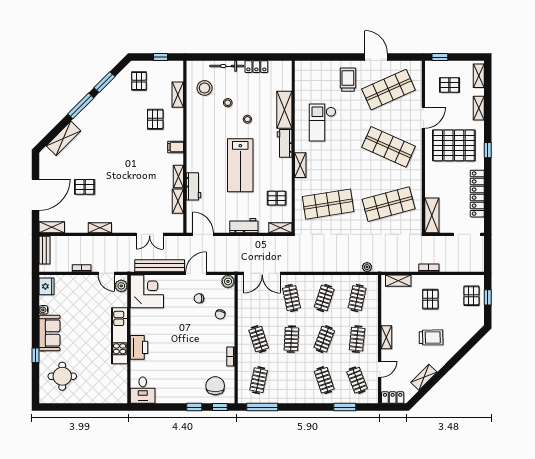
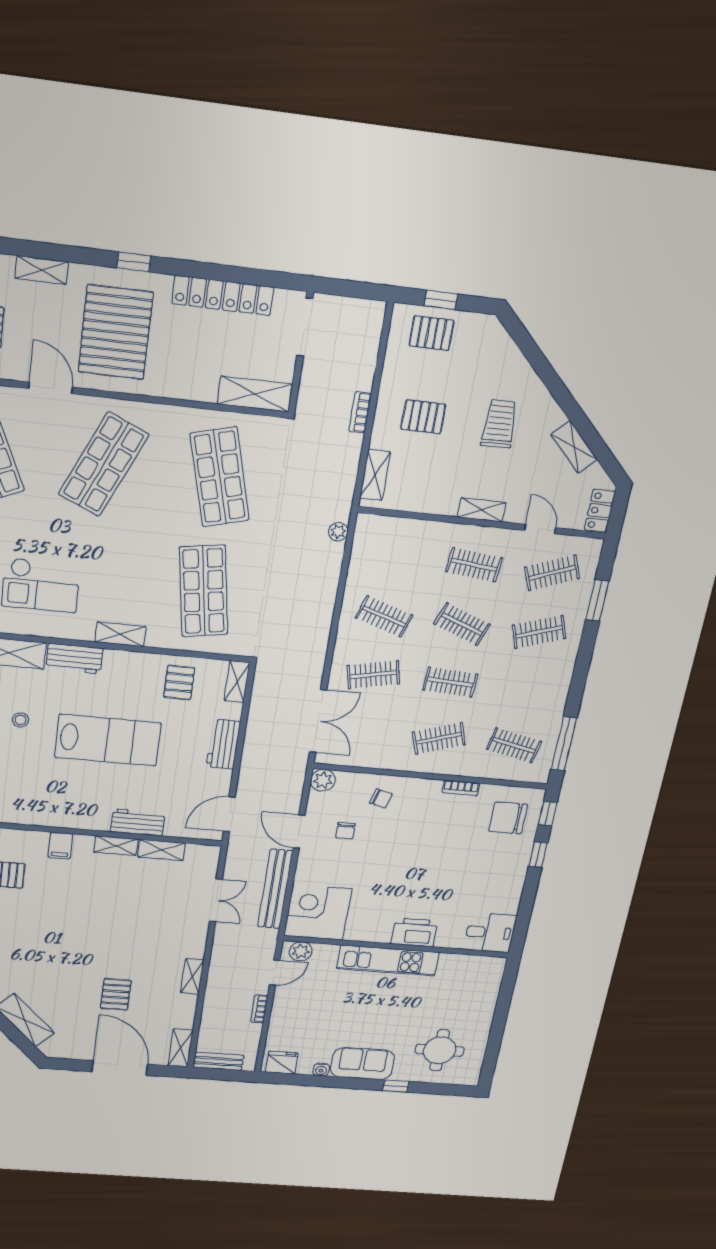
clothes rail: (357, 298) -> (395, 556), removed

